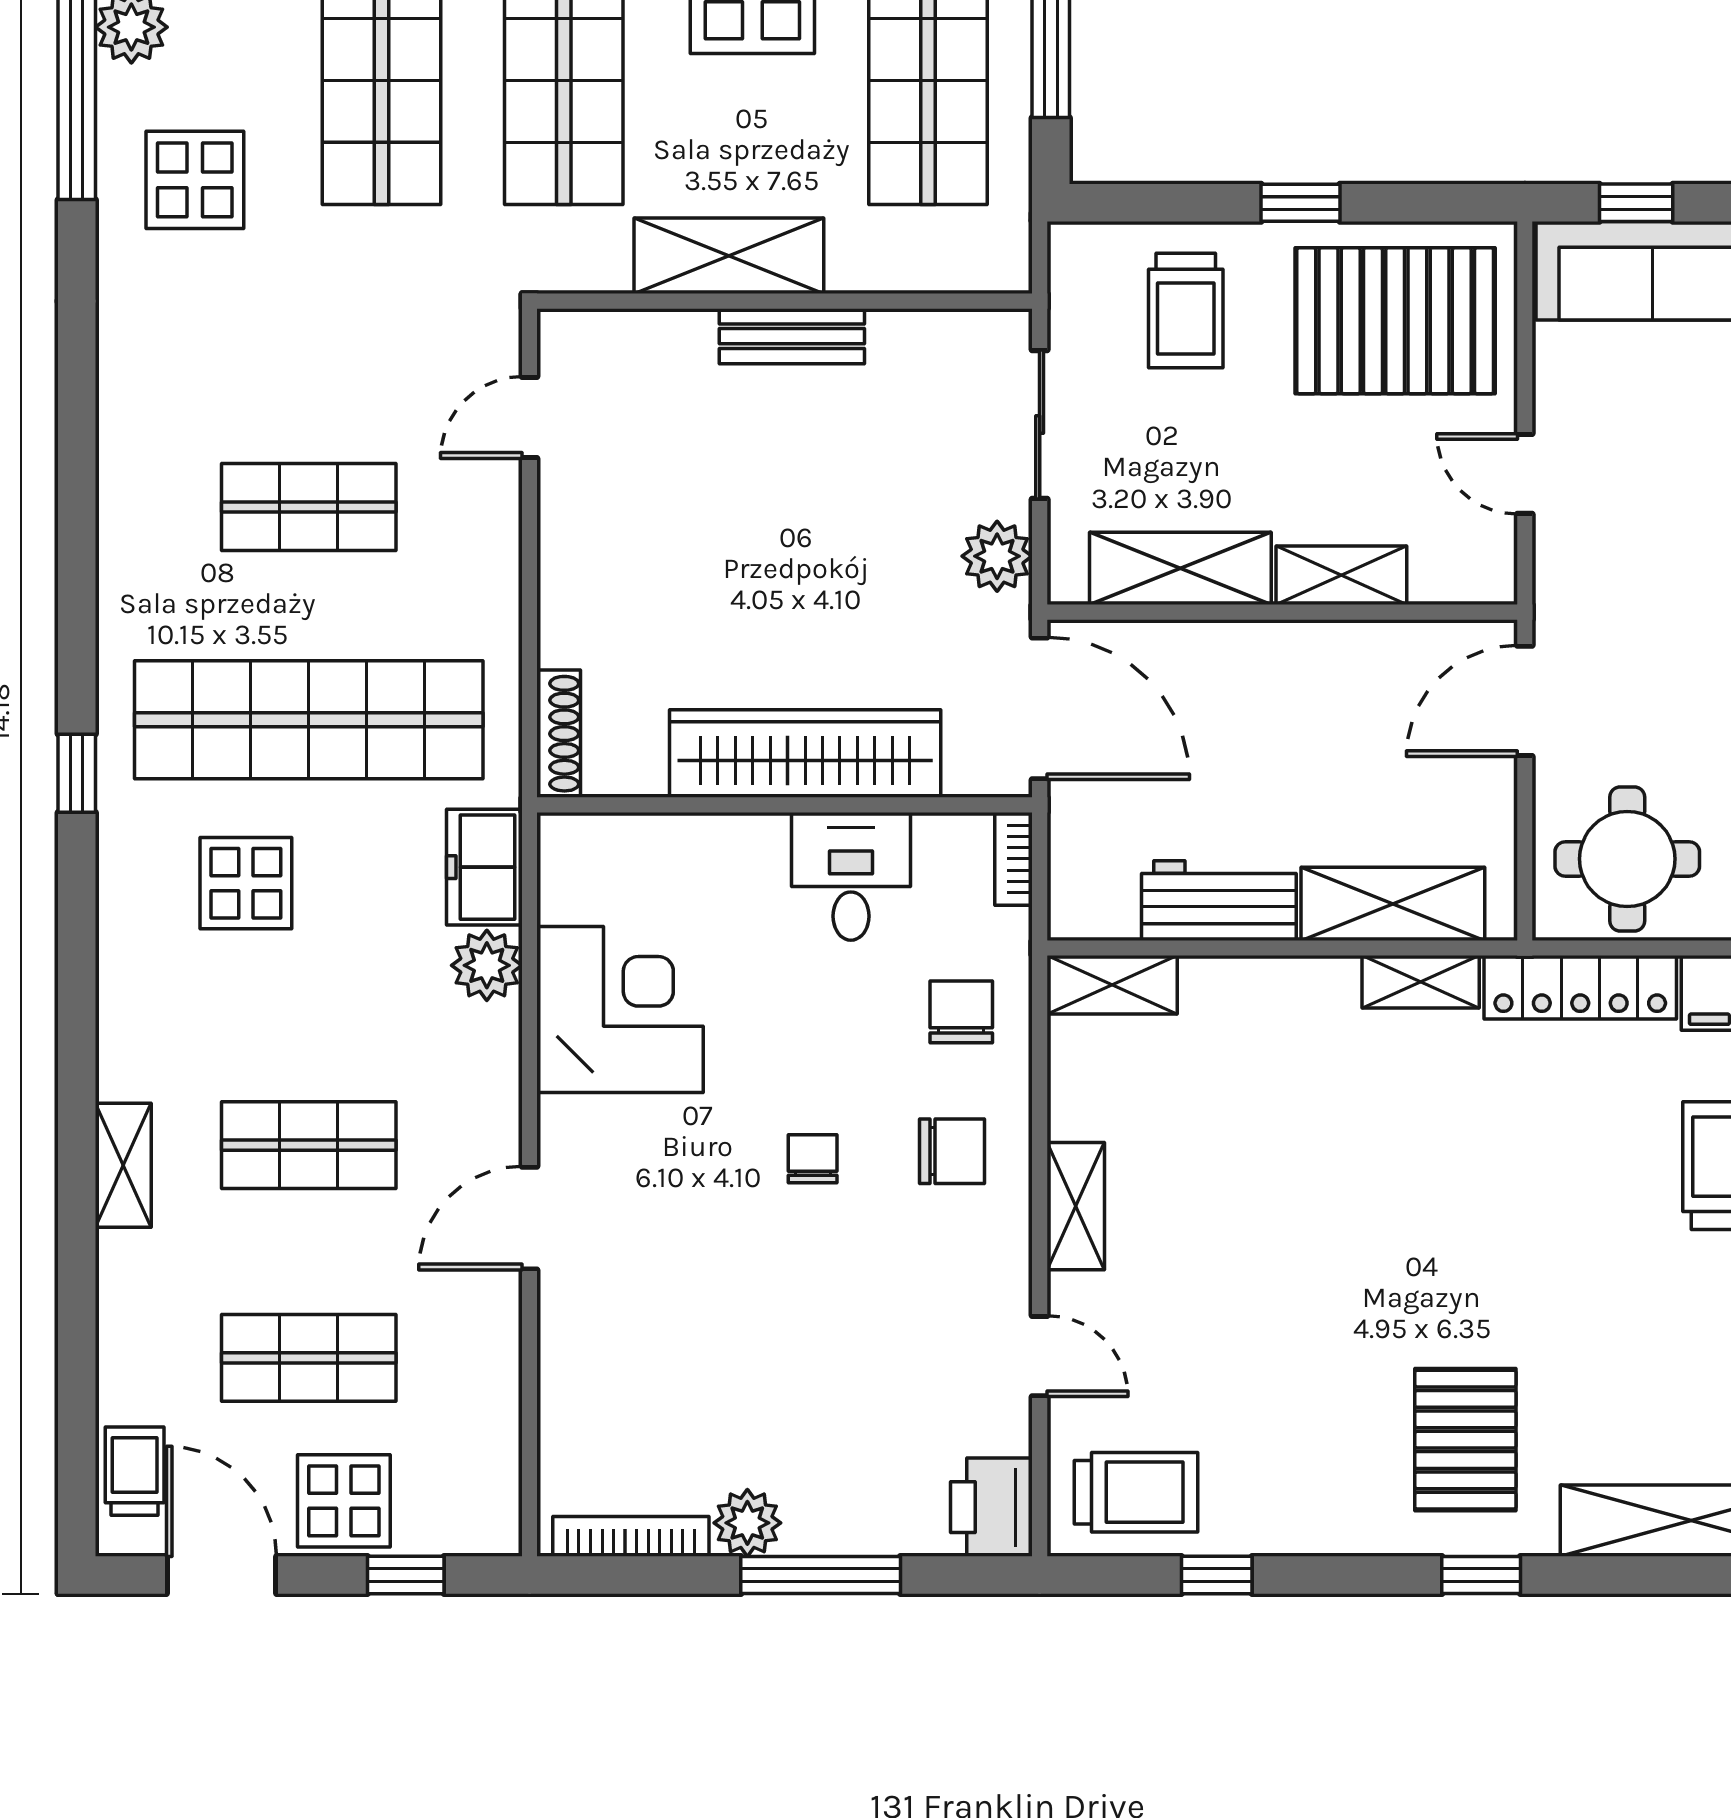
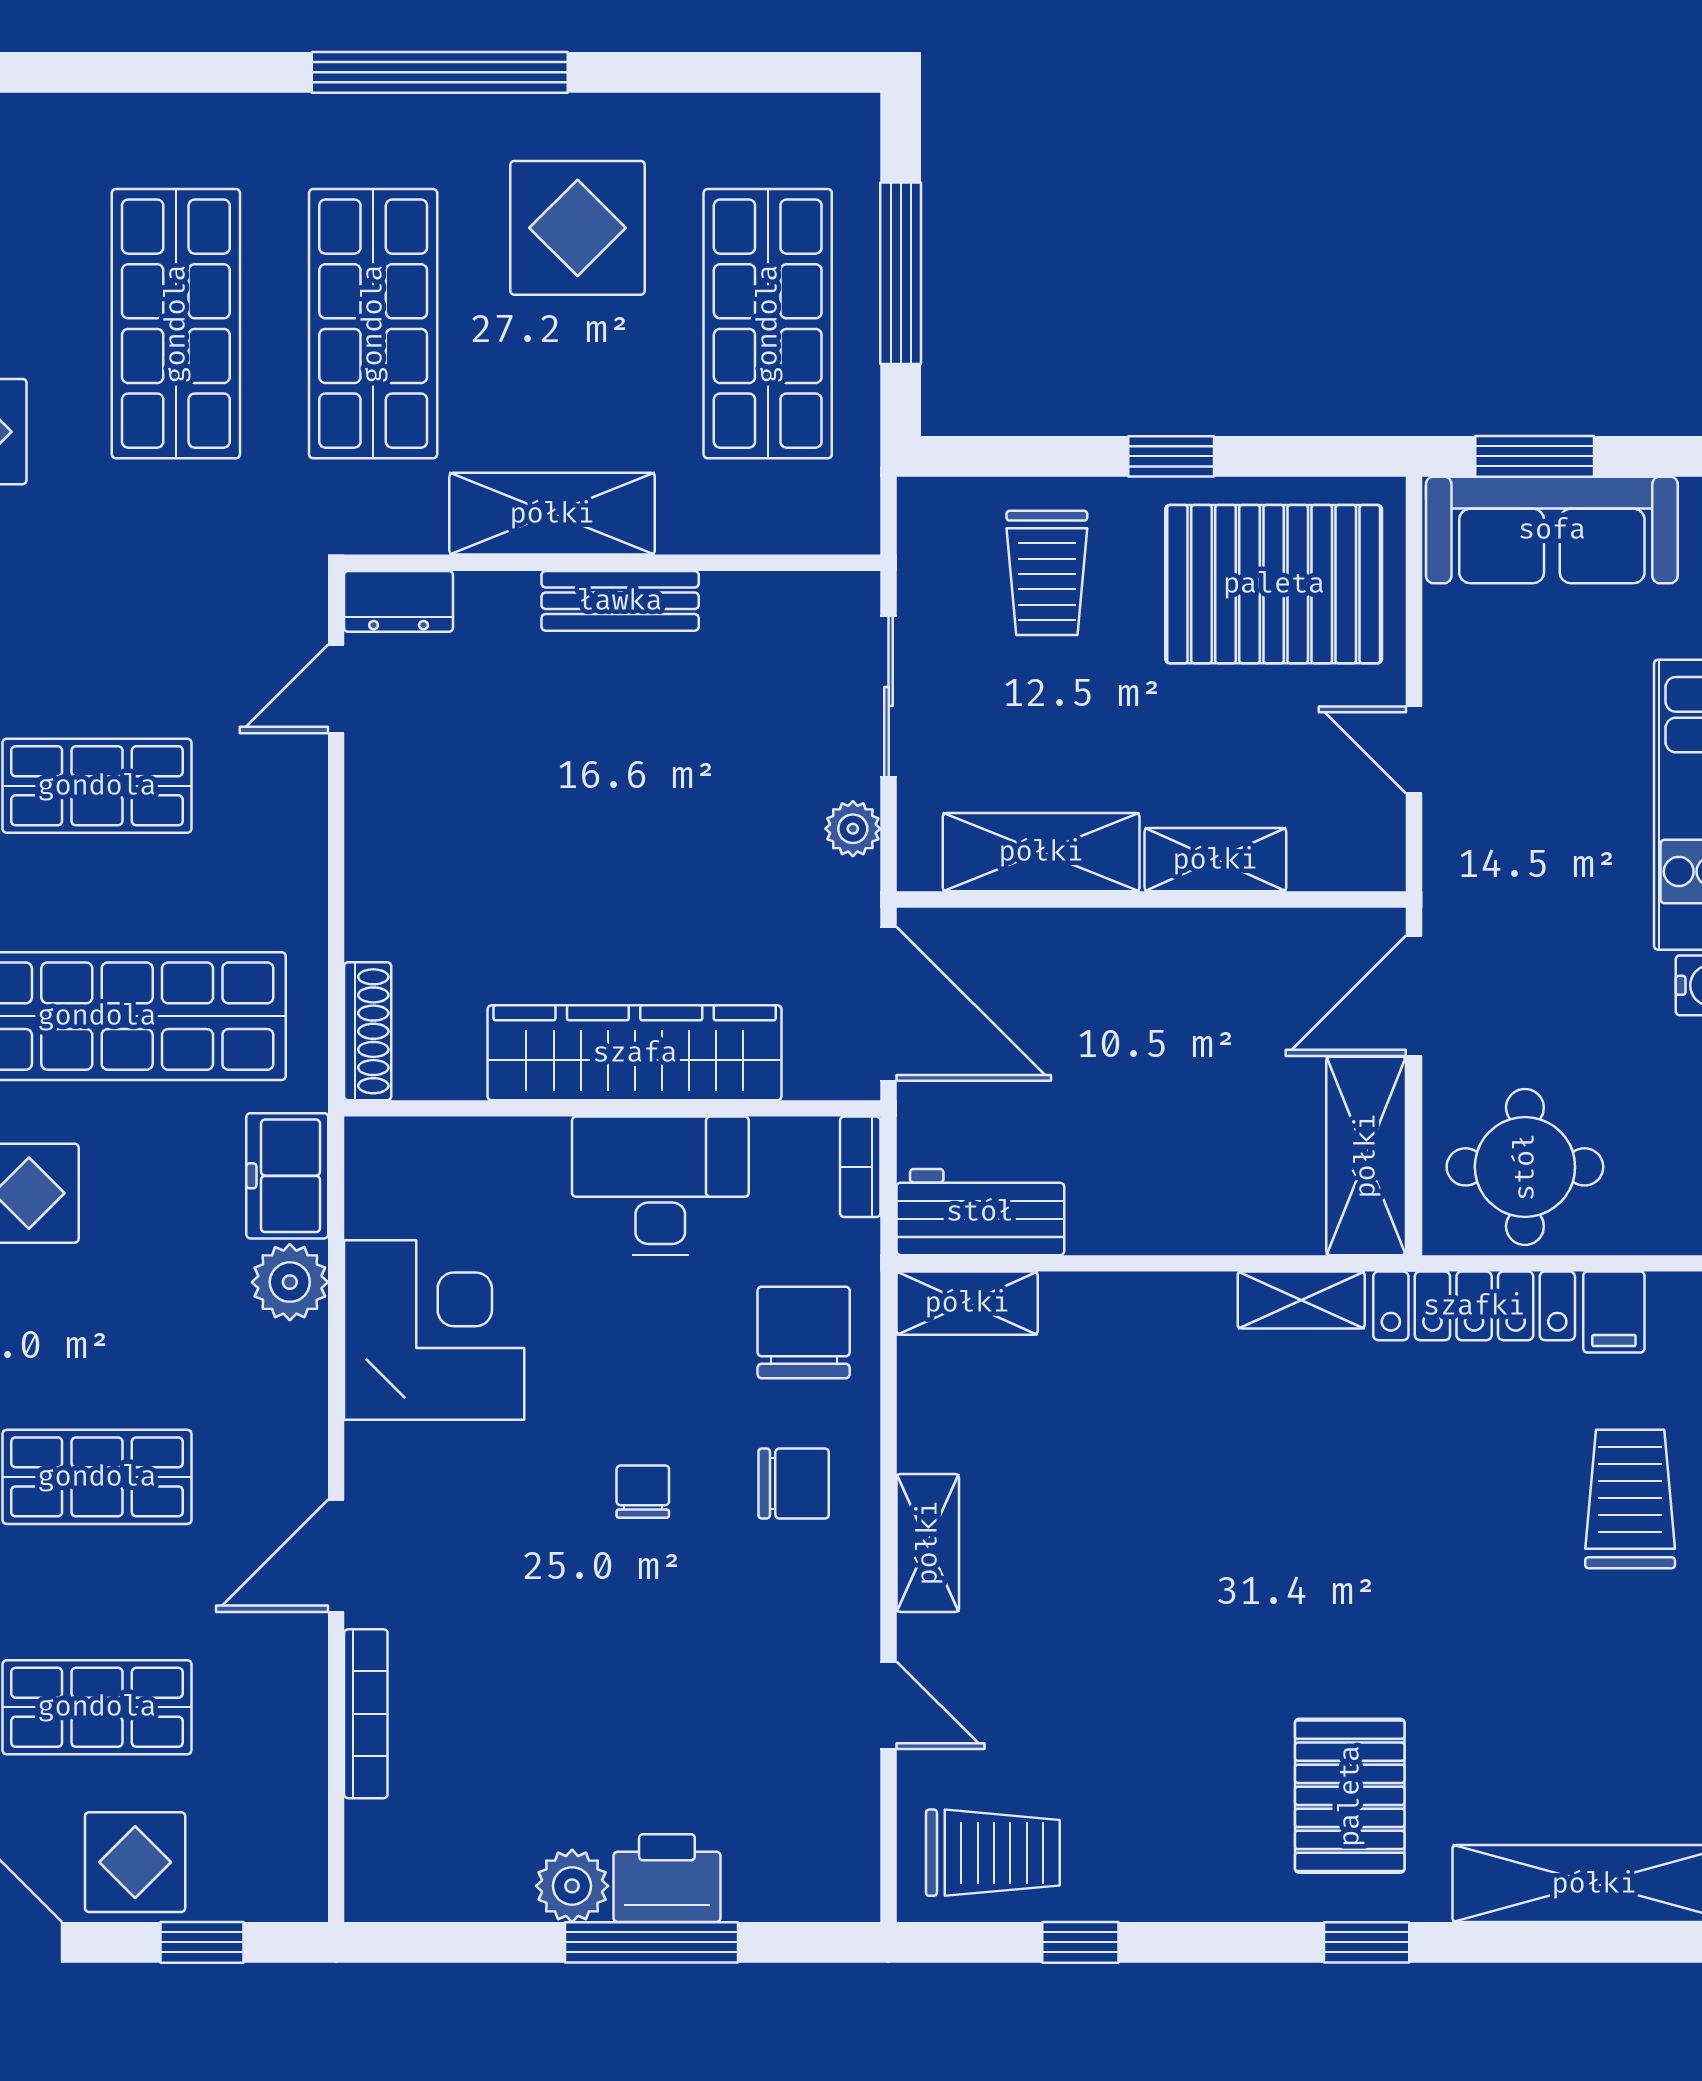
window: (1636, 203) -> (1535, 456), width x1.50
dresser: (587, 337) -> (398, 601), added
plant: (997, 556) -> (853, 829), width x0.73, depth x0.73
desk: (851, 876) -> (660, 1186), width x1.37
workbench: (1219, 901) -> (980, 1212), moved
shelving: (1393, 904) -> (1366, 1156), moved, turned 90
chair: (961, 1012) -> (804, 1332), width x1.37, depth x1.37
printer: (991, 1507) -> (667, 1878), moved, turned 90
bookcase: (631, 1536) -> (366, 1714), moved, turned 90

